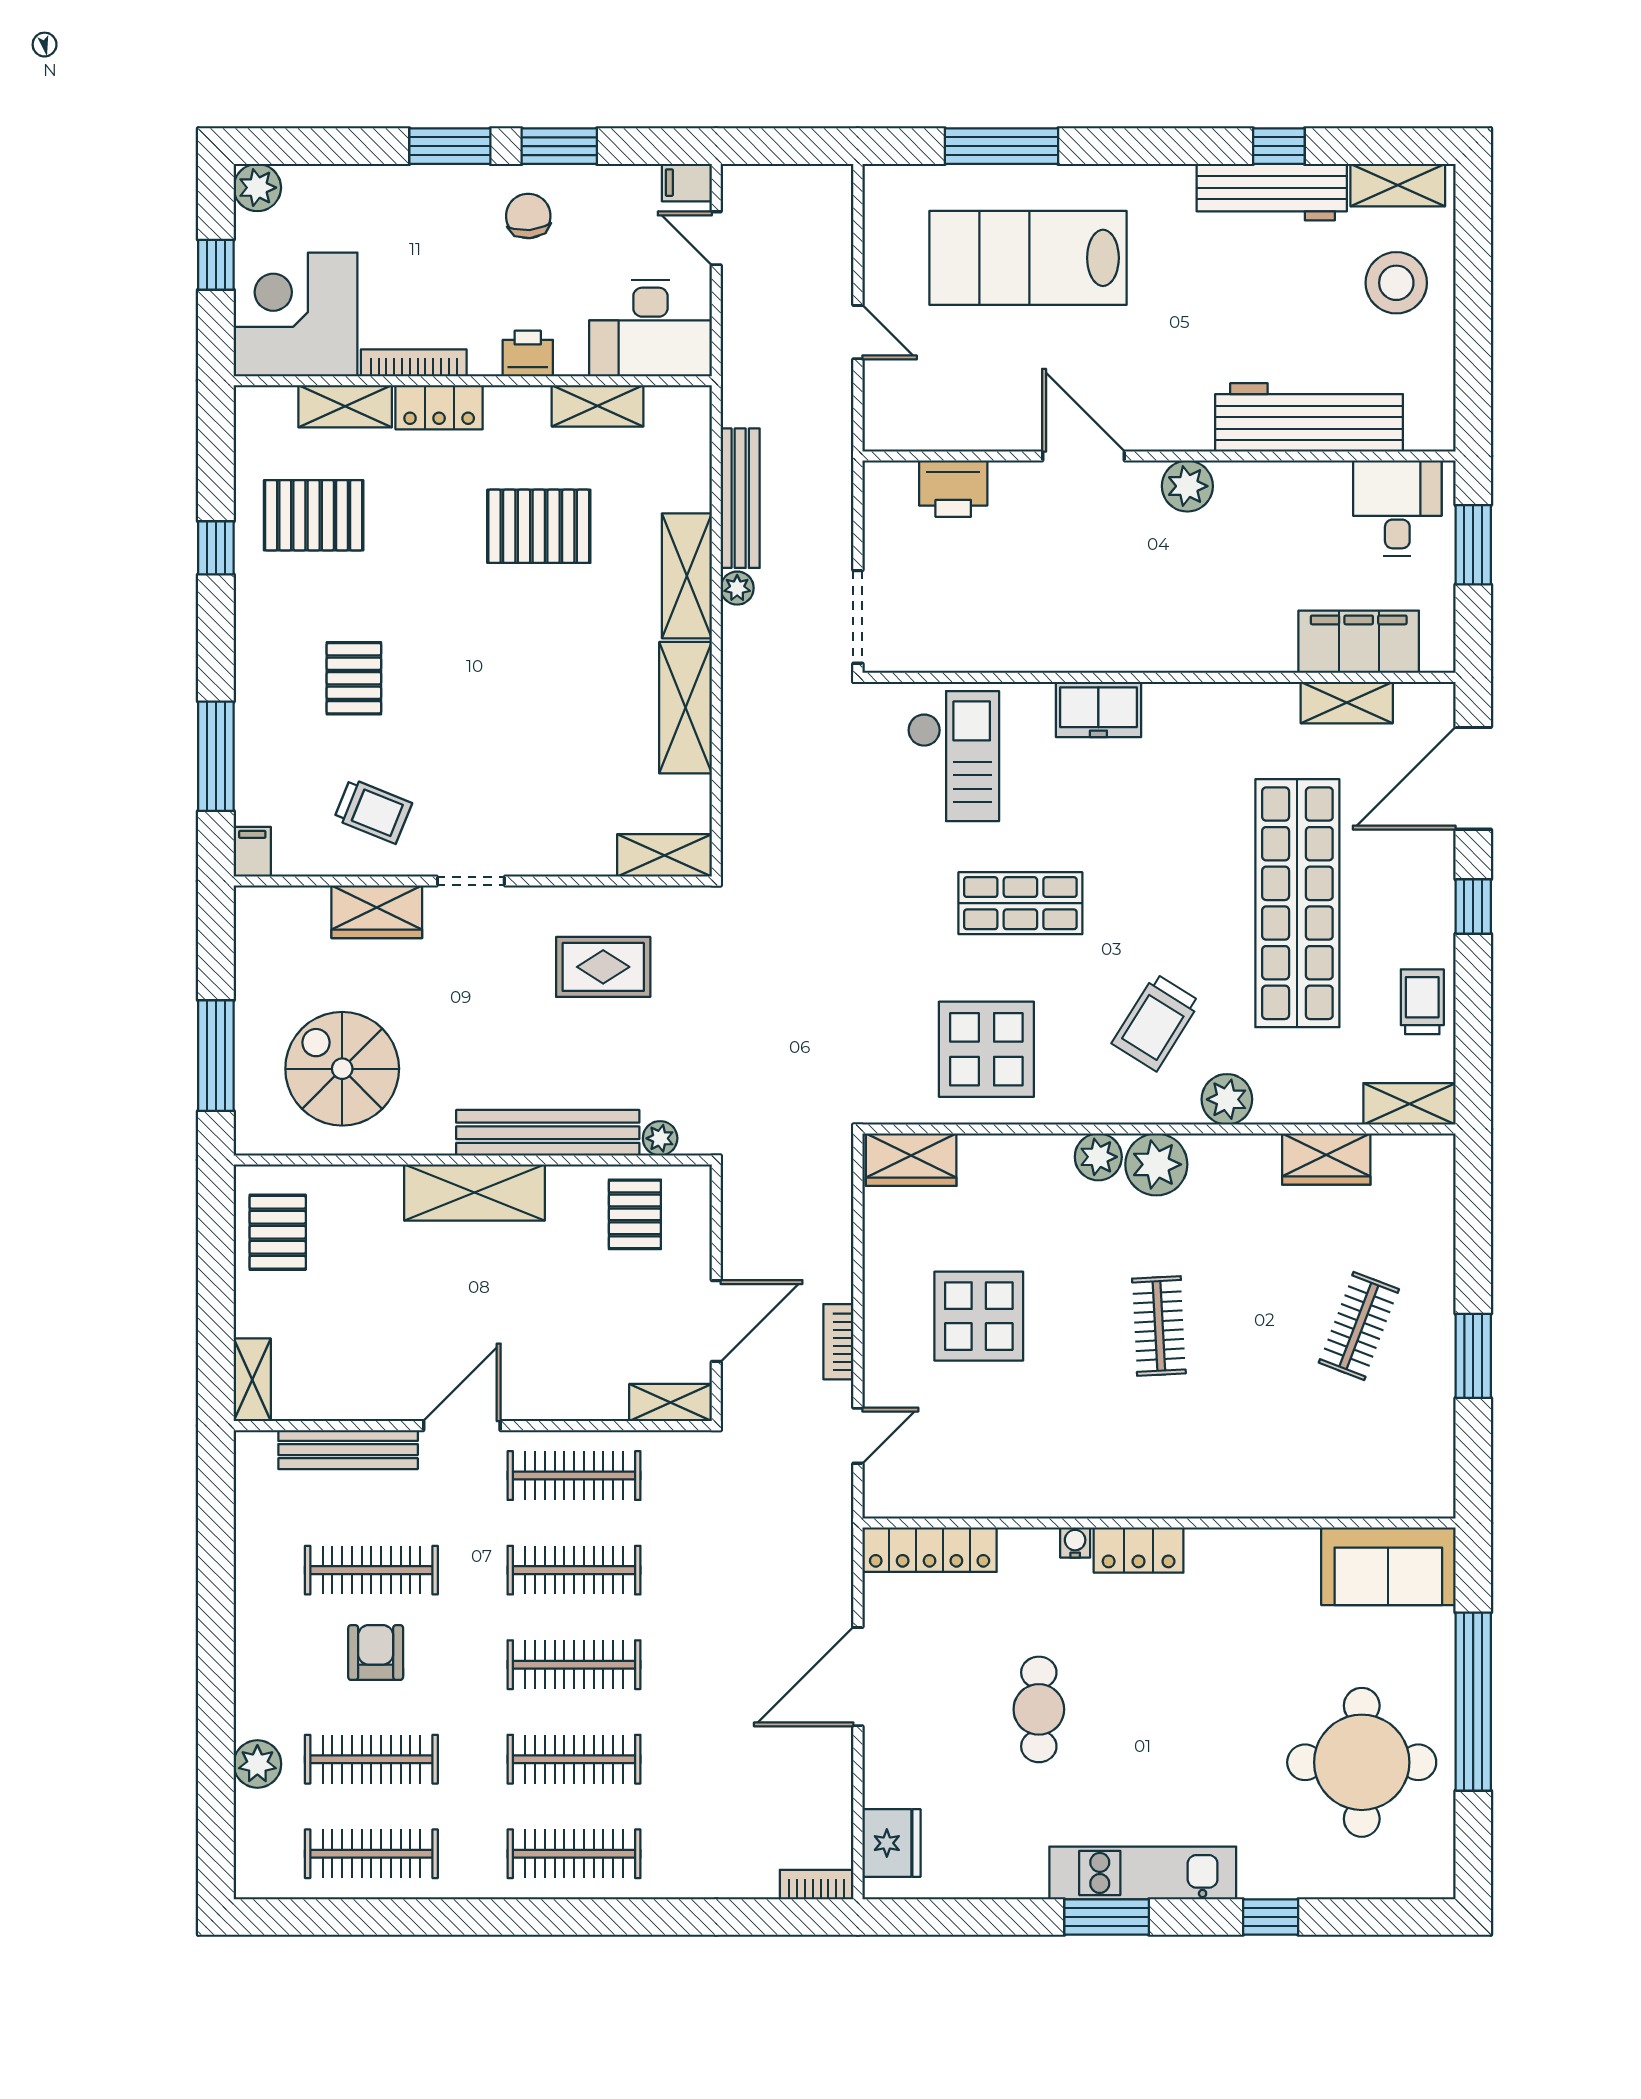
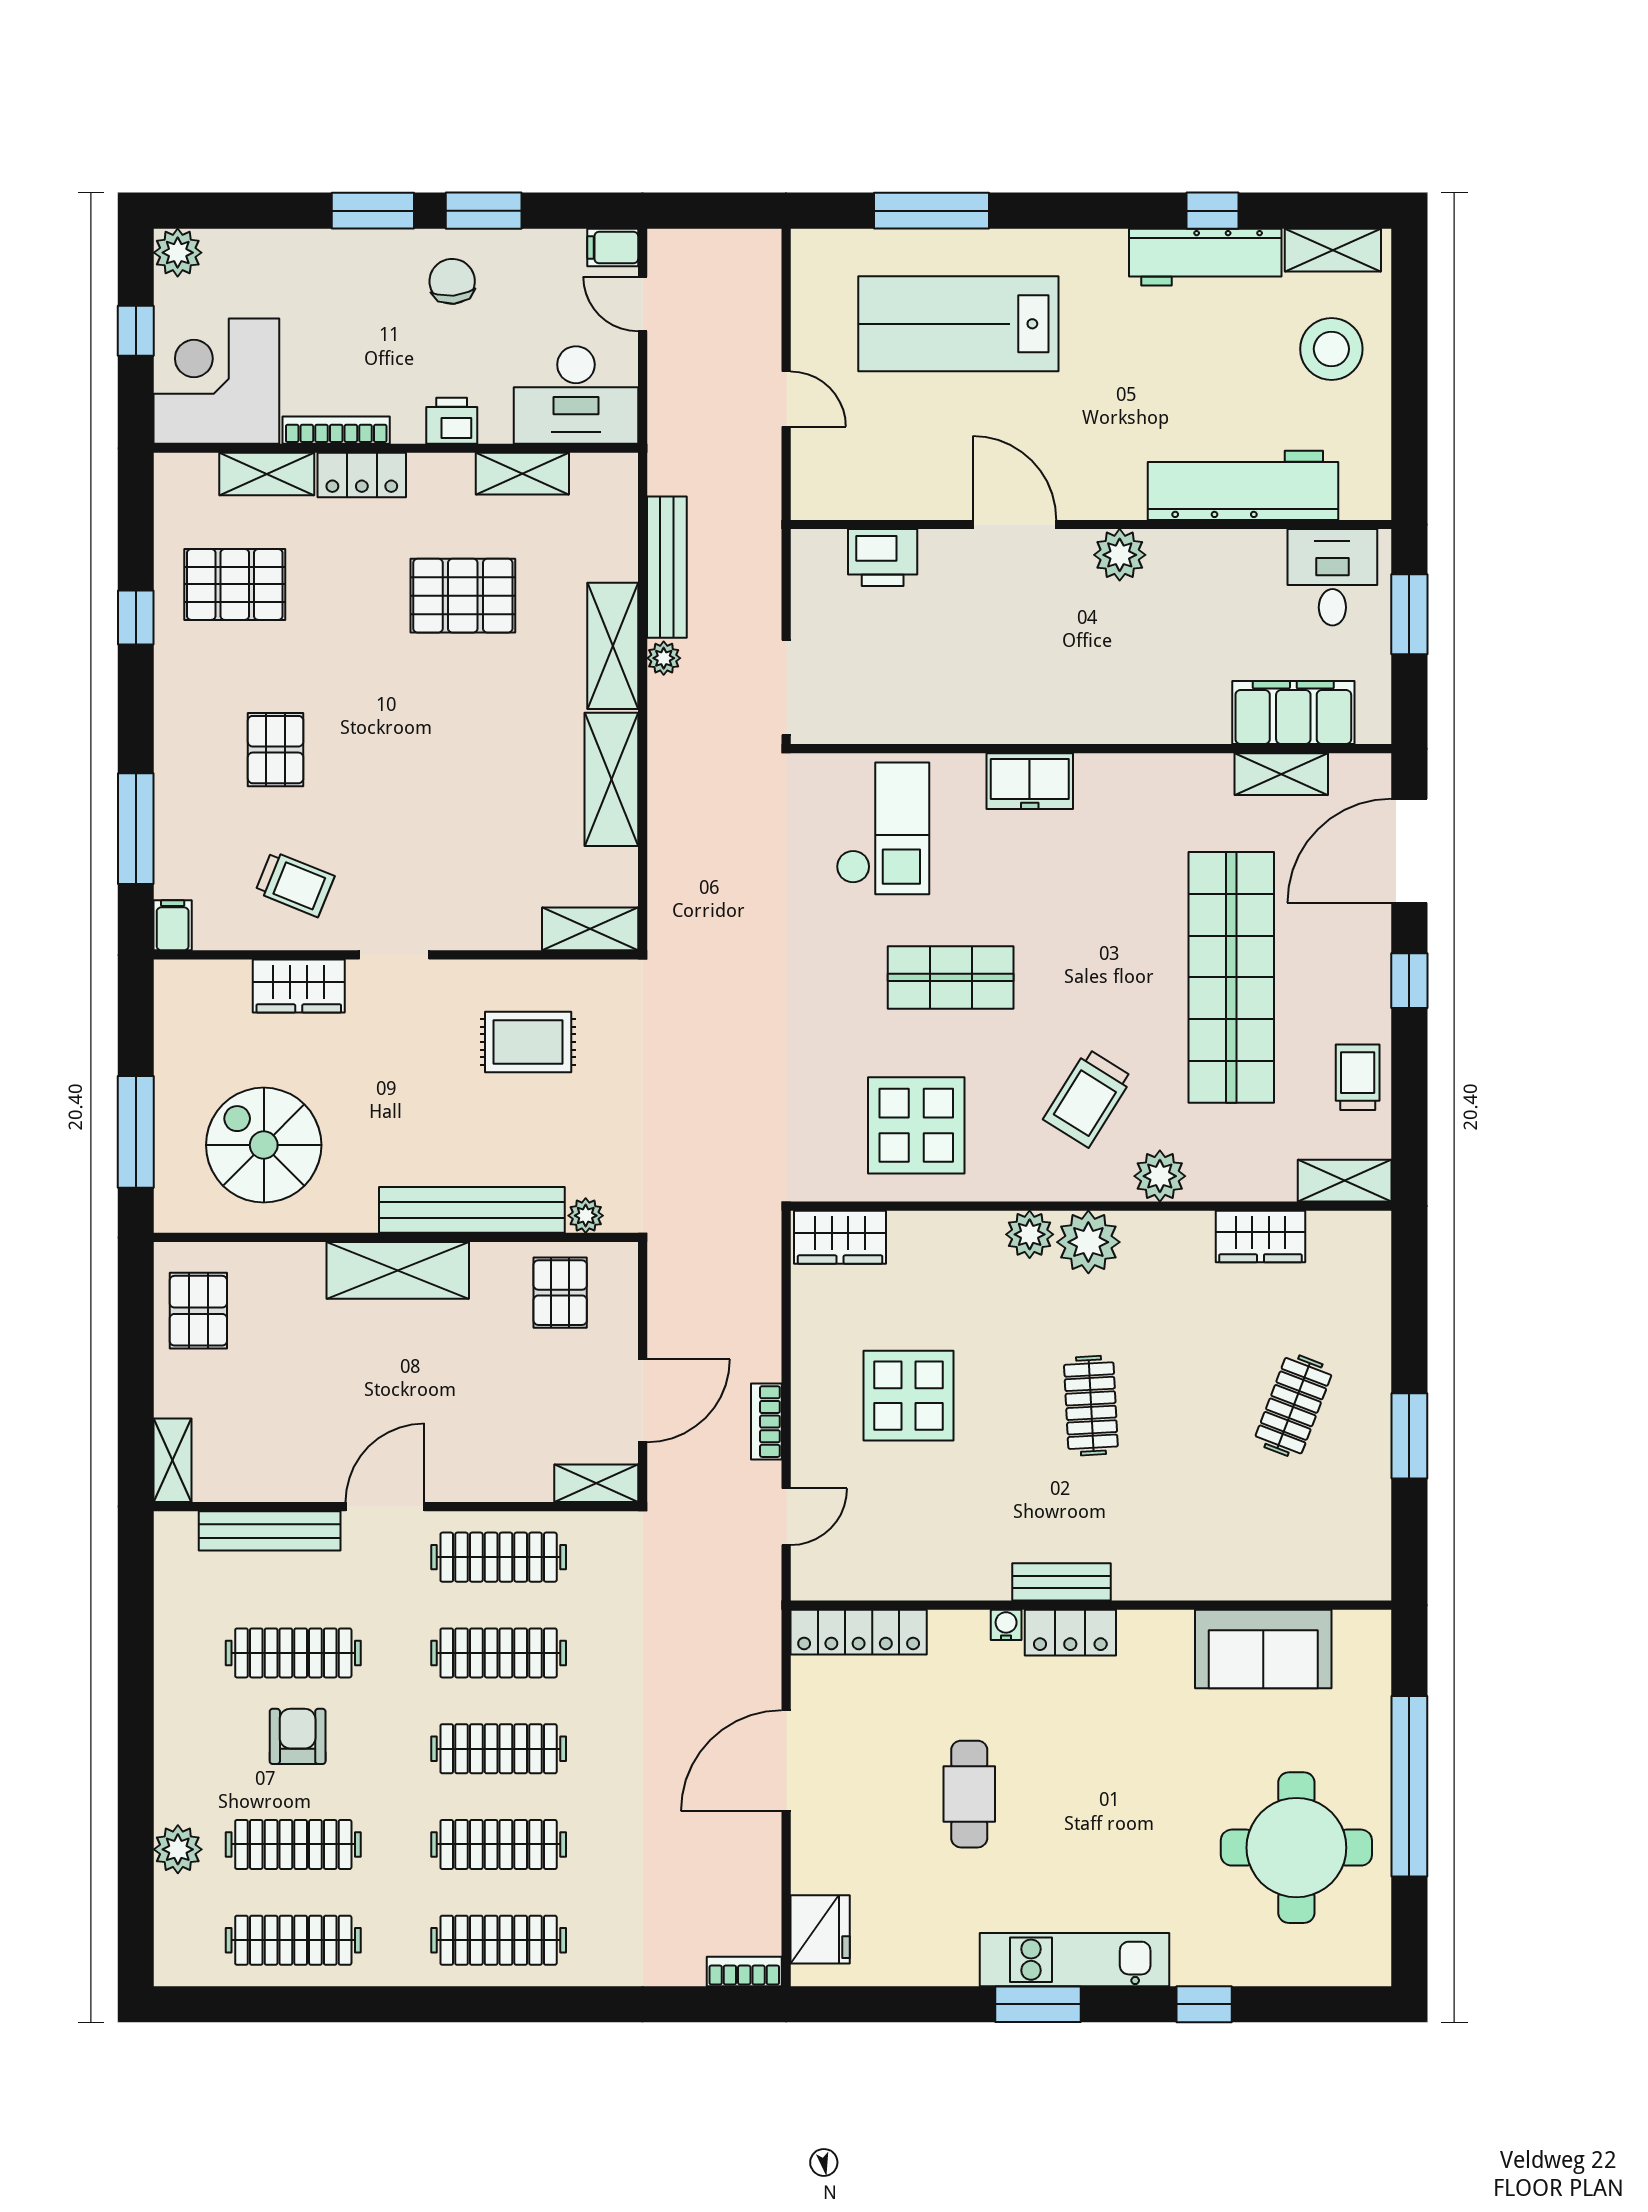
bench: (1130, 1500) -> (1062, 1582), added
sofa: (1388, 1566) -> (1263, 1649), moved

